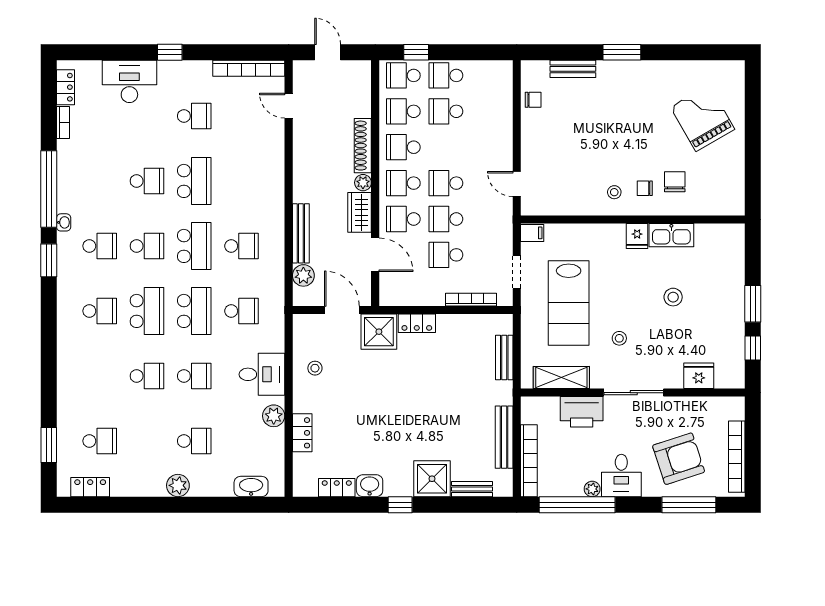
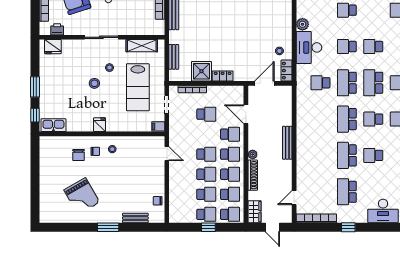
window: (170, 52) -> (348, 227), moved
window: (416, 52) -> (208, 227), moved
door: (289, 106) -> (294, 198), swing flipped
school desk: (194, 116) -> (347, 192), width x1.85
grand piano: (702, 118) -> (82, 196), moved
wardrobe: (360, 212) -> (255, 212), moved
school desk: (446, 219) -> (206, 174), moved
bench: (301, 233) -> (287, 143), moved
kitchen sink: (671, 235) -> (53, 125), moved
school desk: (242, 246) -> (320, 119), removed
plant: (303, 275) -> (286, 103), removed
stool: (673, 297) -> (94, 83), moved
lab bench: (569, 303) -> (138, 87), turned 180
door: (342, 310) -> (264, 83), swing flipped
shower: (379, 332) -> (201, 71), moved
window: (753, 348) -> (35, 115), moved
desk: (262, 374) -> (309, 47), width x1.37
fridge: (699, 376) -> (53, 47), moved
printer: (582, 412) -> (57, 29), moved, width x0.53, depth x0.68
locker: (302, 433) -> (287, 71), moved

